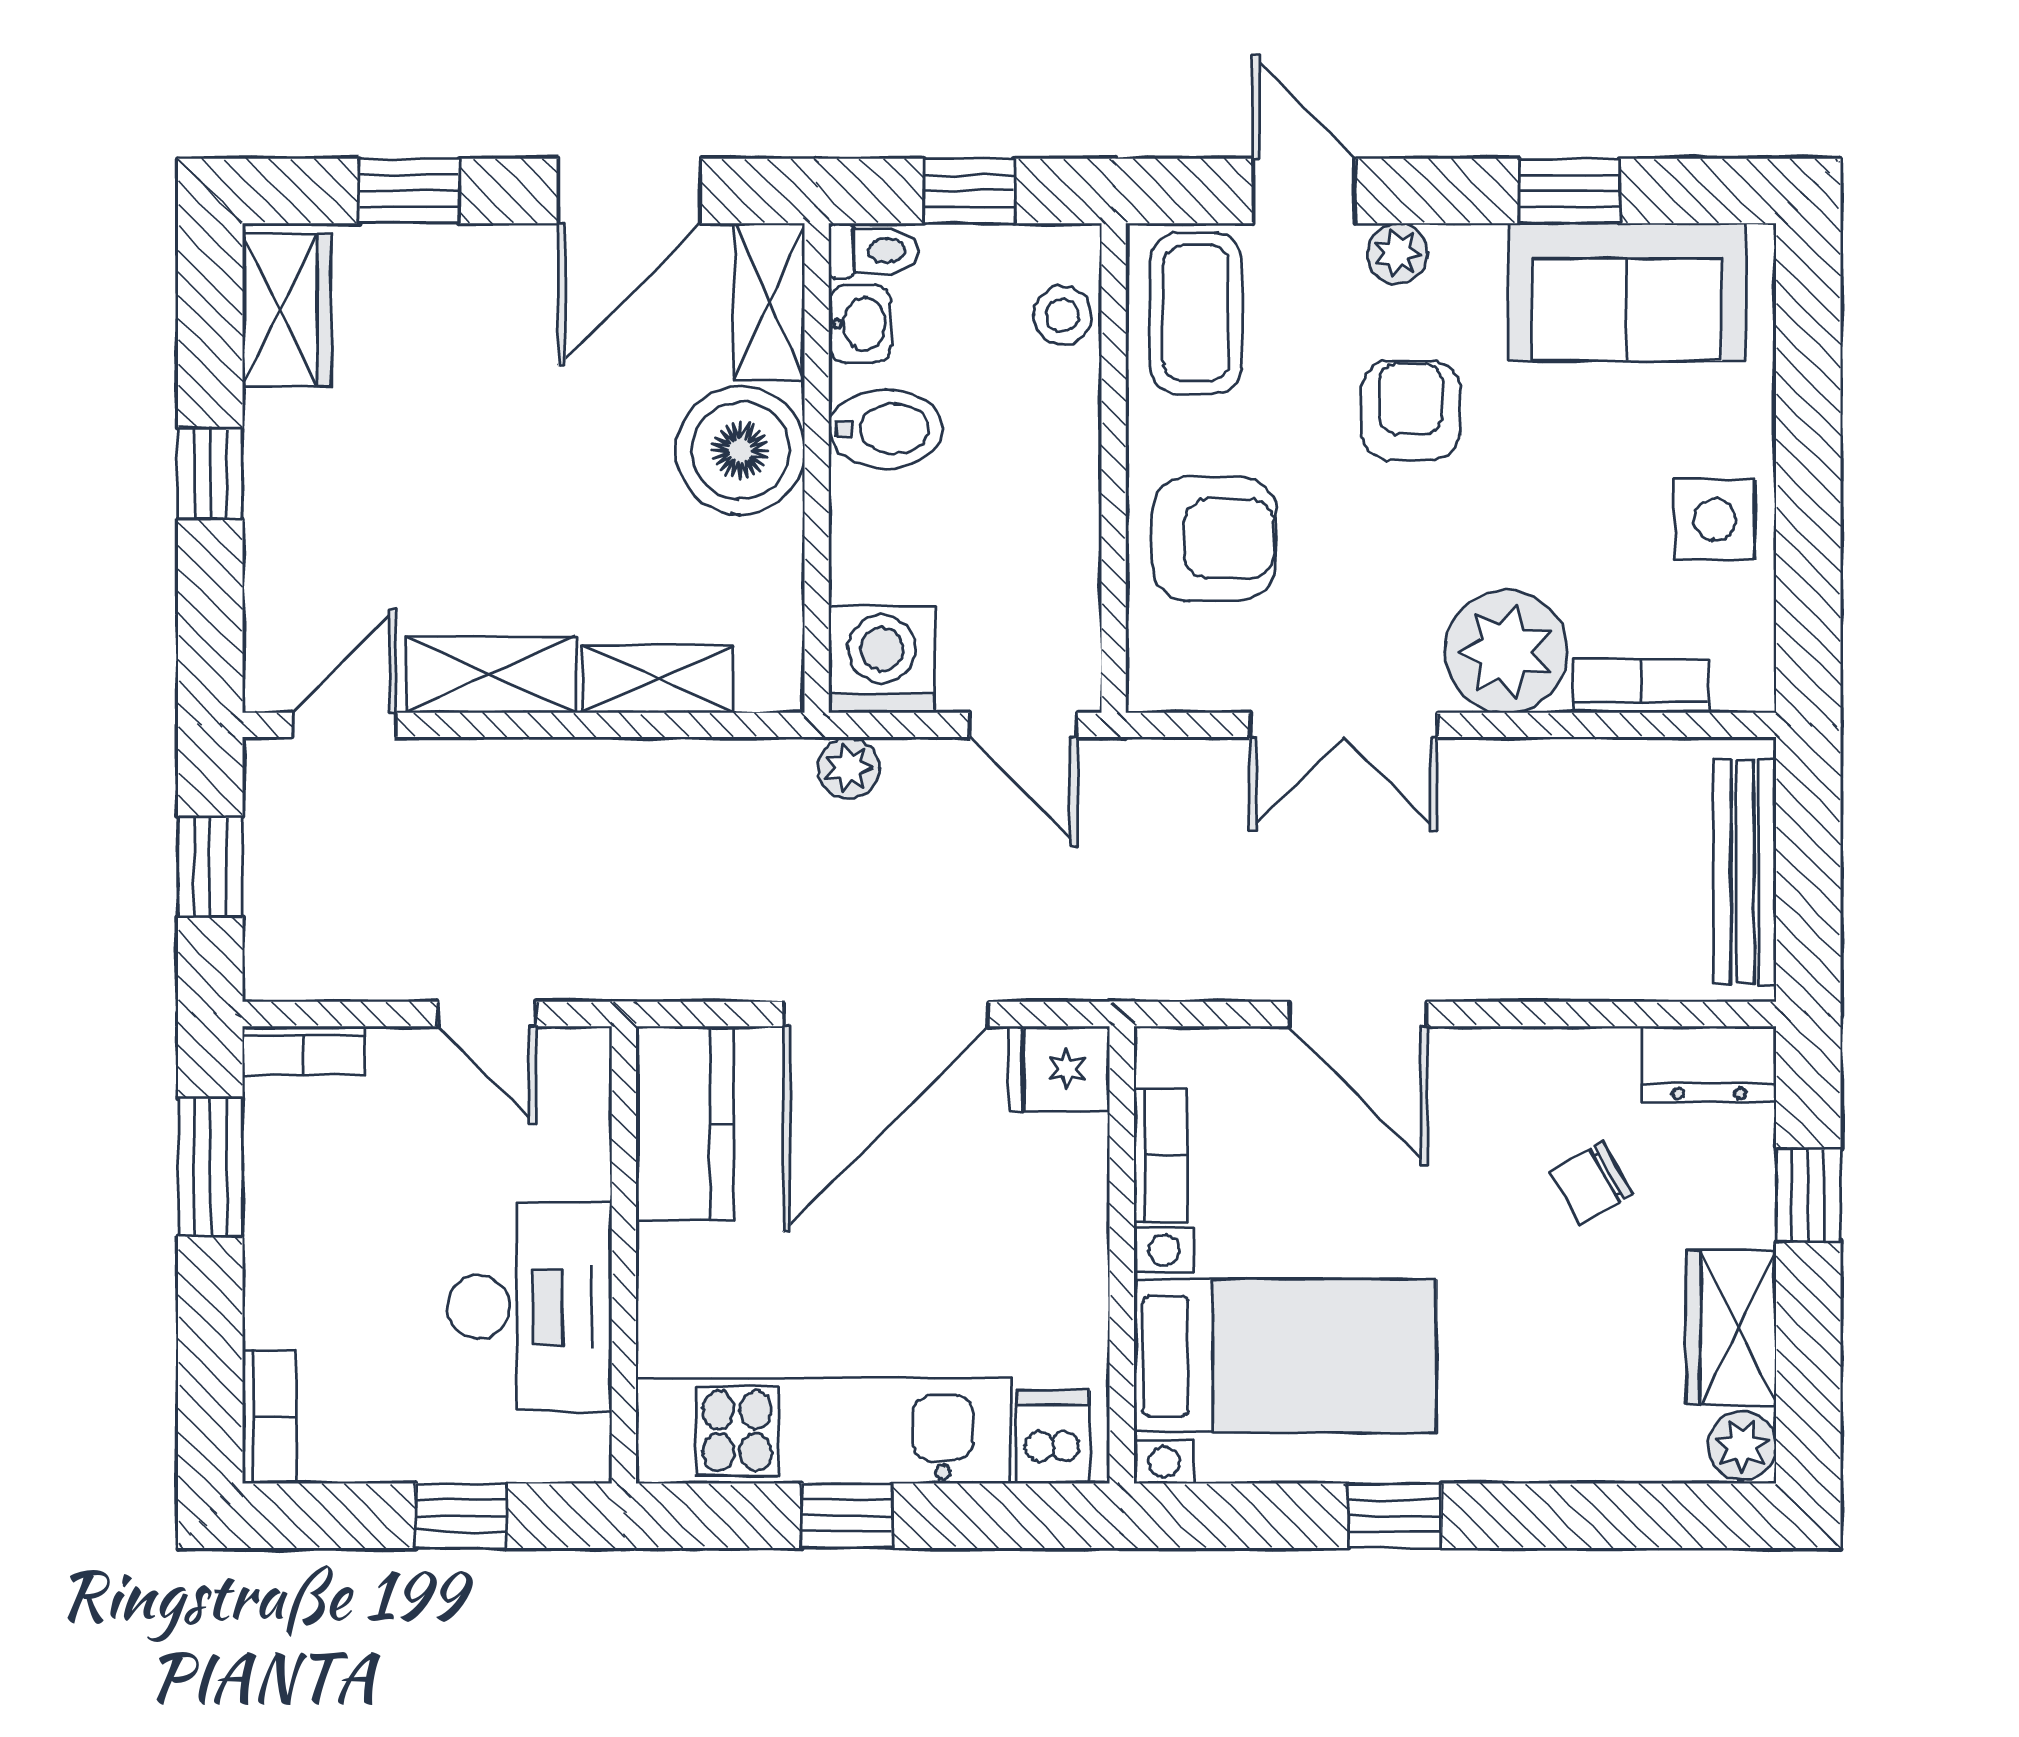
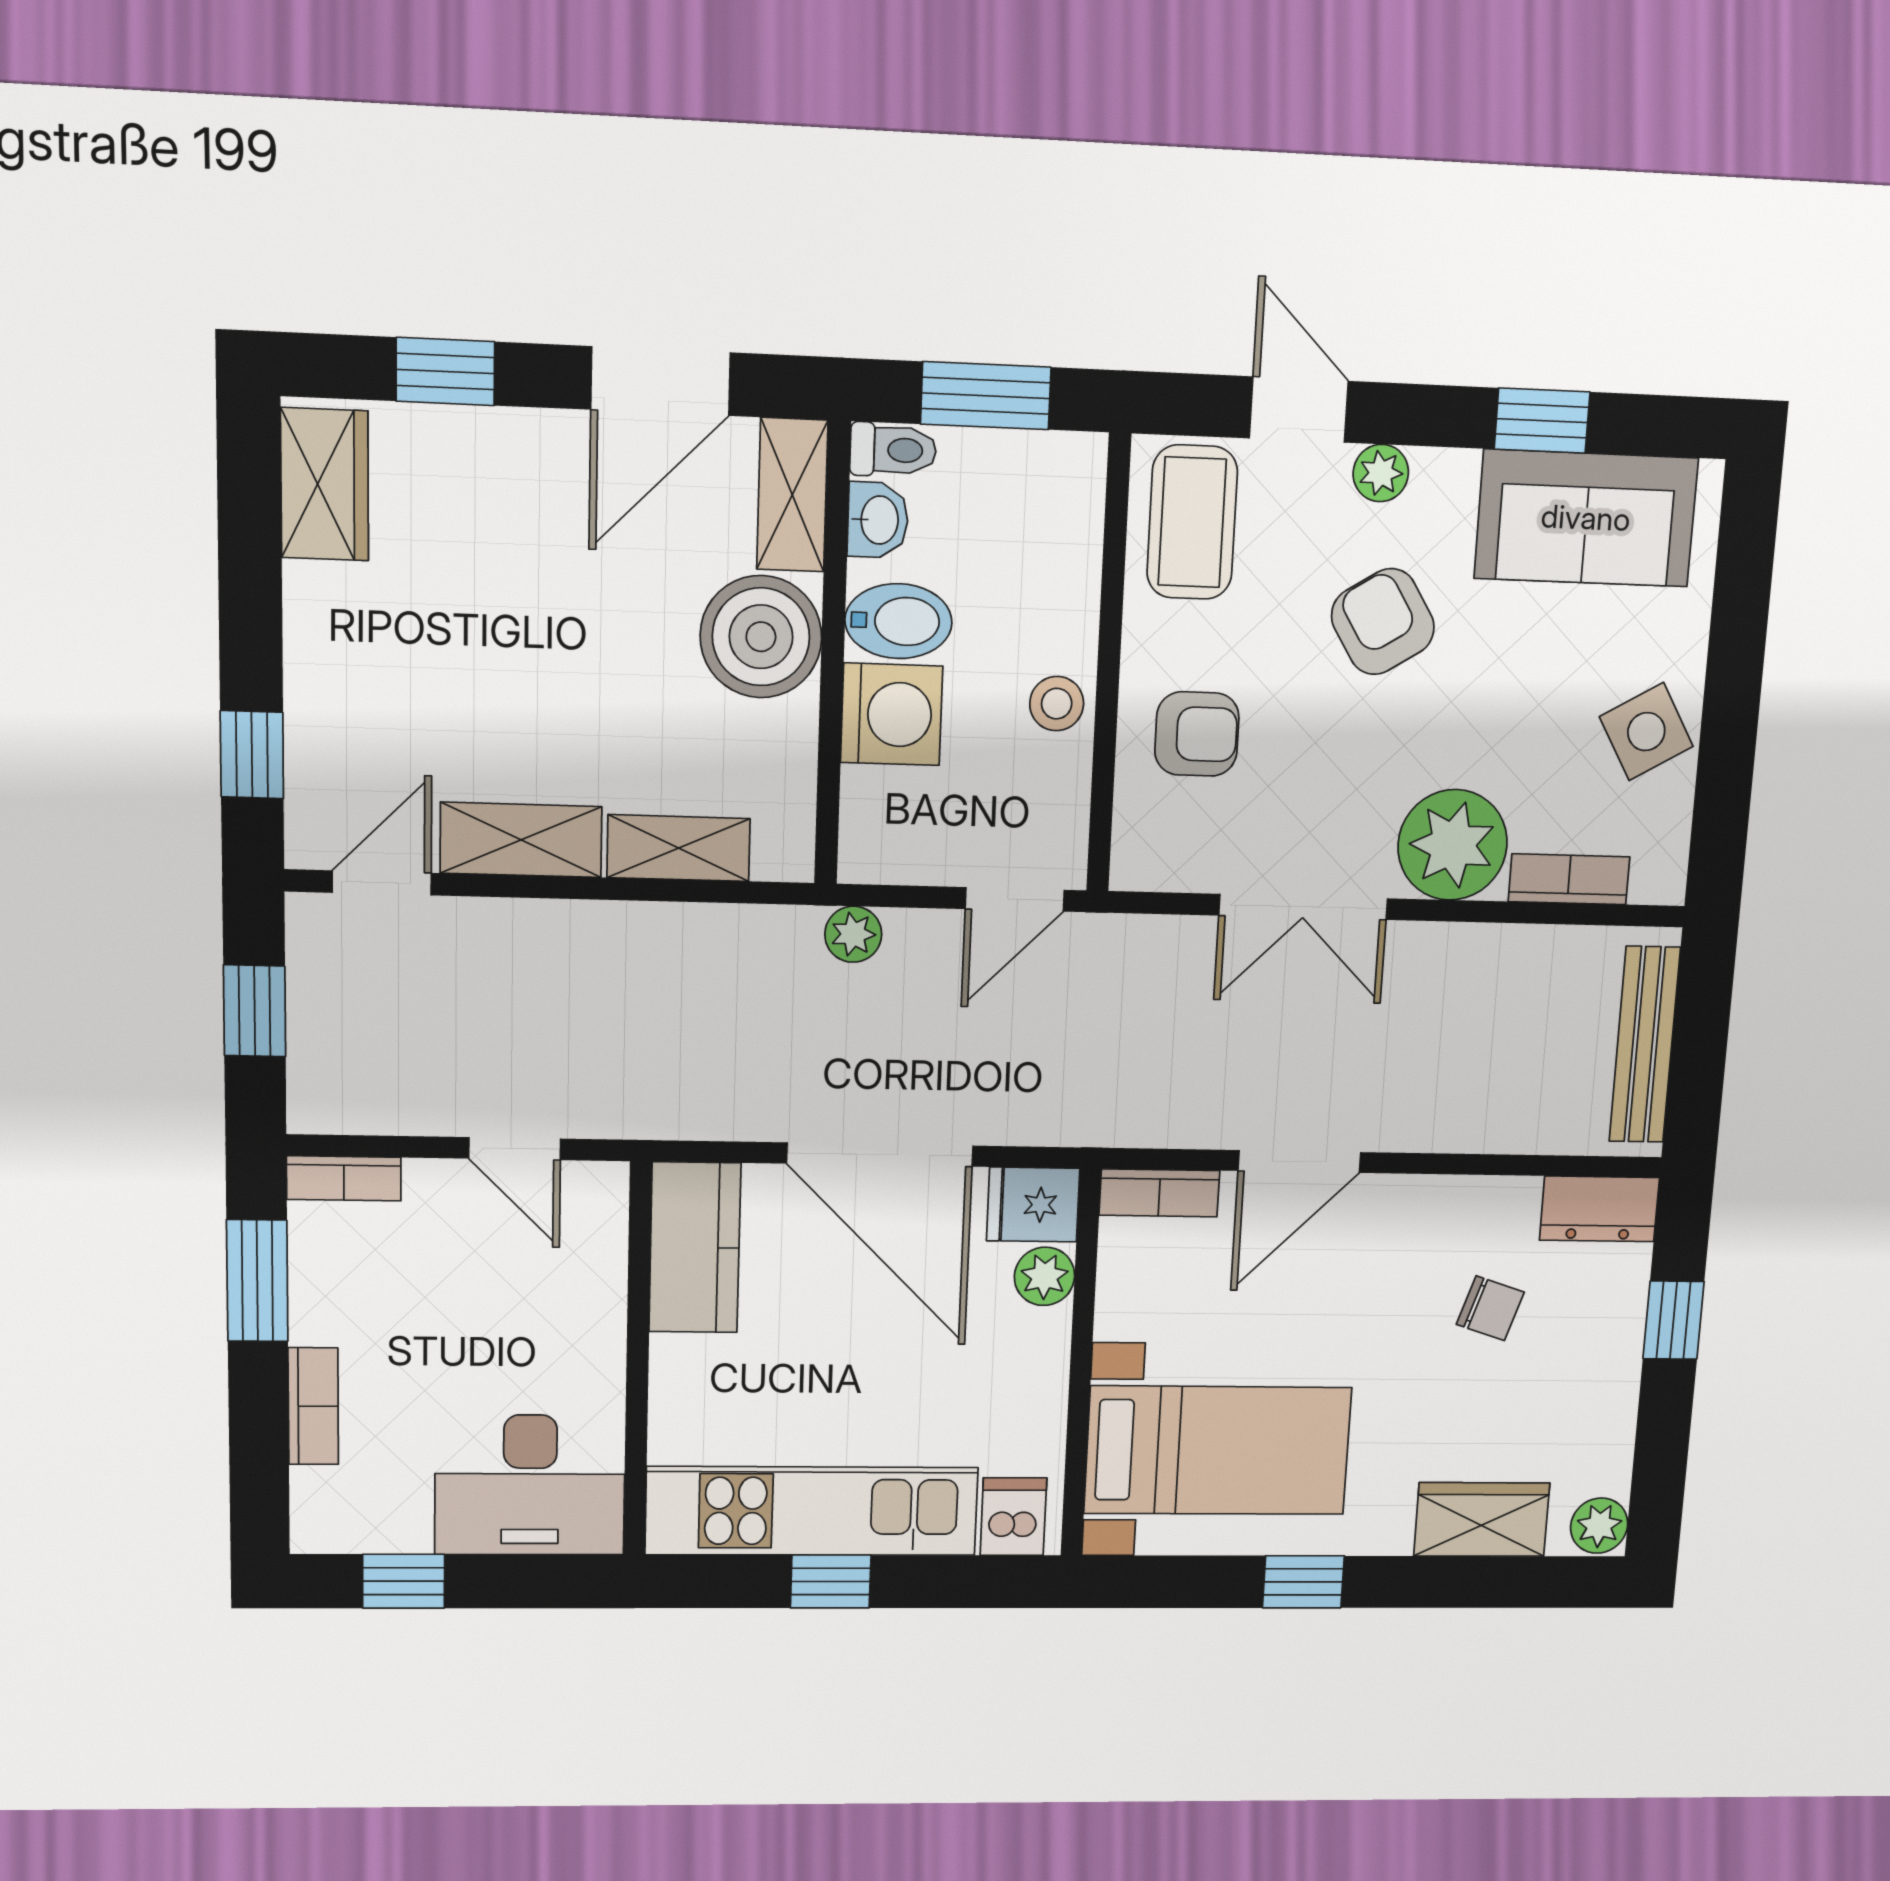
window: (969, 191) -> (986, 396), width x1.50
stool: (1063, 315) -> (1057, 704), moved
armchair: (1411, 411) -> (1383, 622), turned -32
window: (210, 473) -> (252, 755), moved
side table: (1715, 520) -> (1646, 732), turned -30
armchair: (1214, 538) -> (1197, 734), width x0.72, depth x0.72
washing machine: (882, 660) -> (892, 714), moved, turned 90
door: (1023, 725) -> (1015, 899), hinge flipped
door: (886, 1014) -> (880, 1155), hinge flipped
door: (1358, 1014) -> (1299, 1162), hinge flipped
plant: (1076, 1152) -> (1045, 1276), added
bookcase: (1161, 1155) -> (1159, 1193), moved, turned 90
chair: (1591, 1183) -> (1490, 1308), turned -133
desk: (529, 1307) -> (530, 1485), moved, turned 90
wardrobe: (1731, 1328) -> (1482, 1519), moved, turned 90
bookcase: (269, 1416) -> (313, 1406), moved
window: (461, 1516) -> (404, 1581), moved

